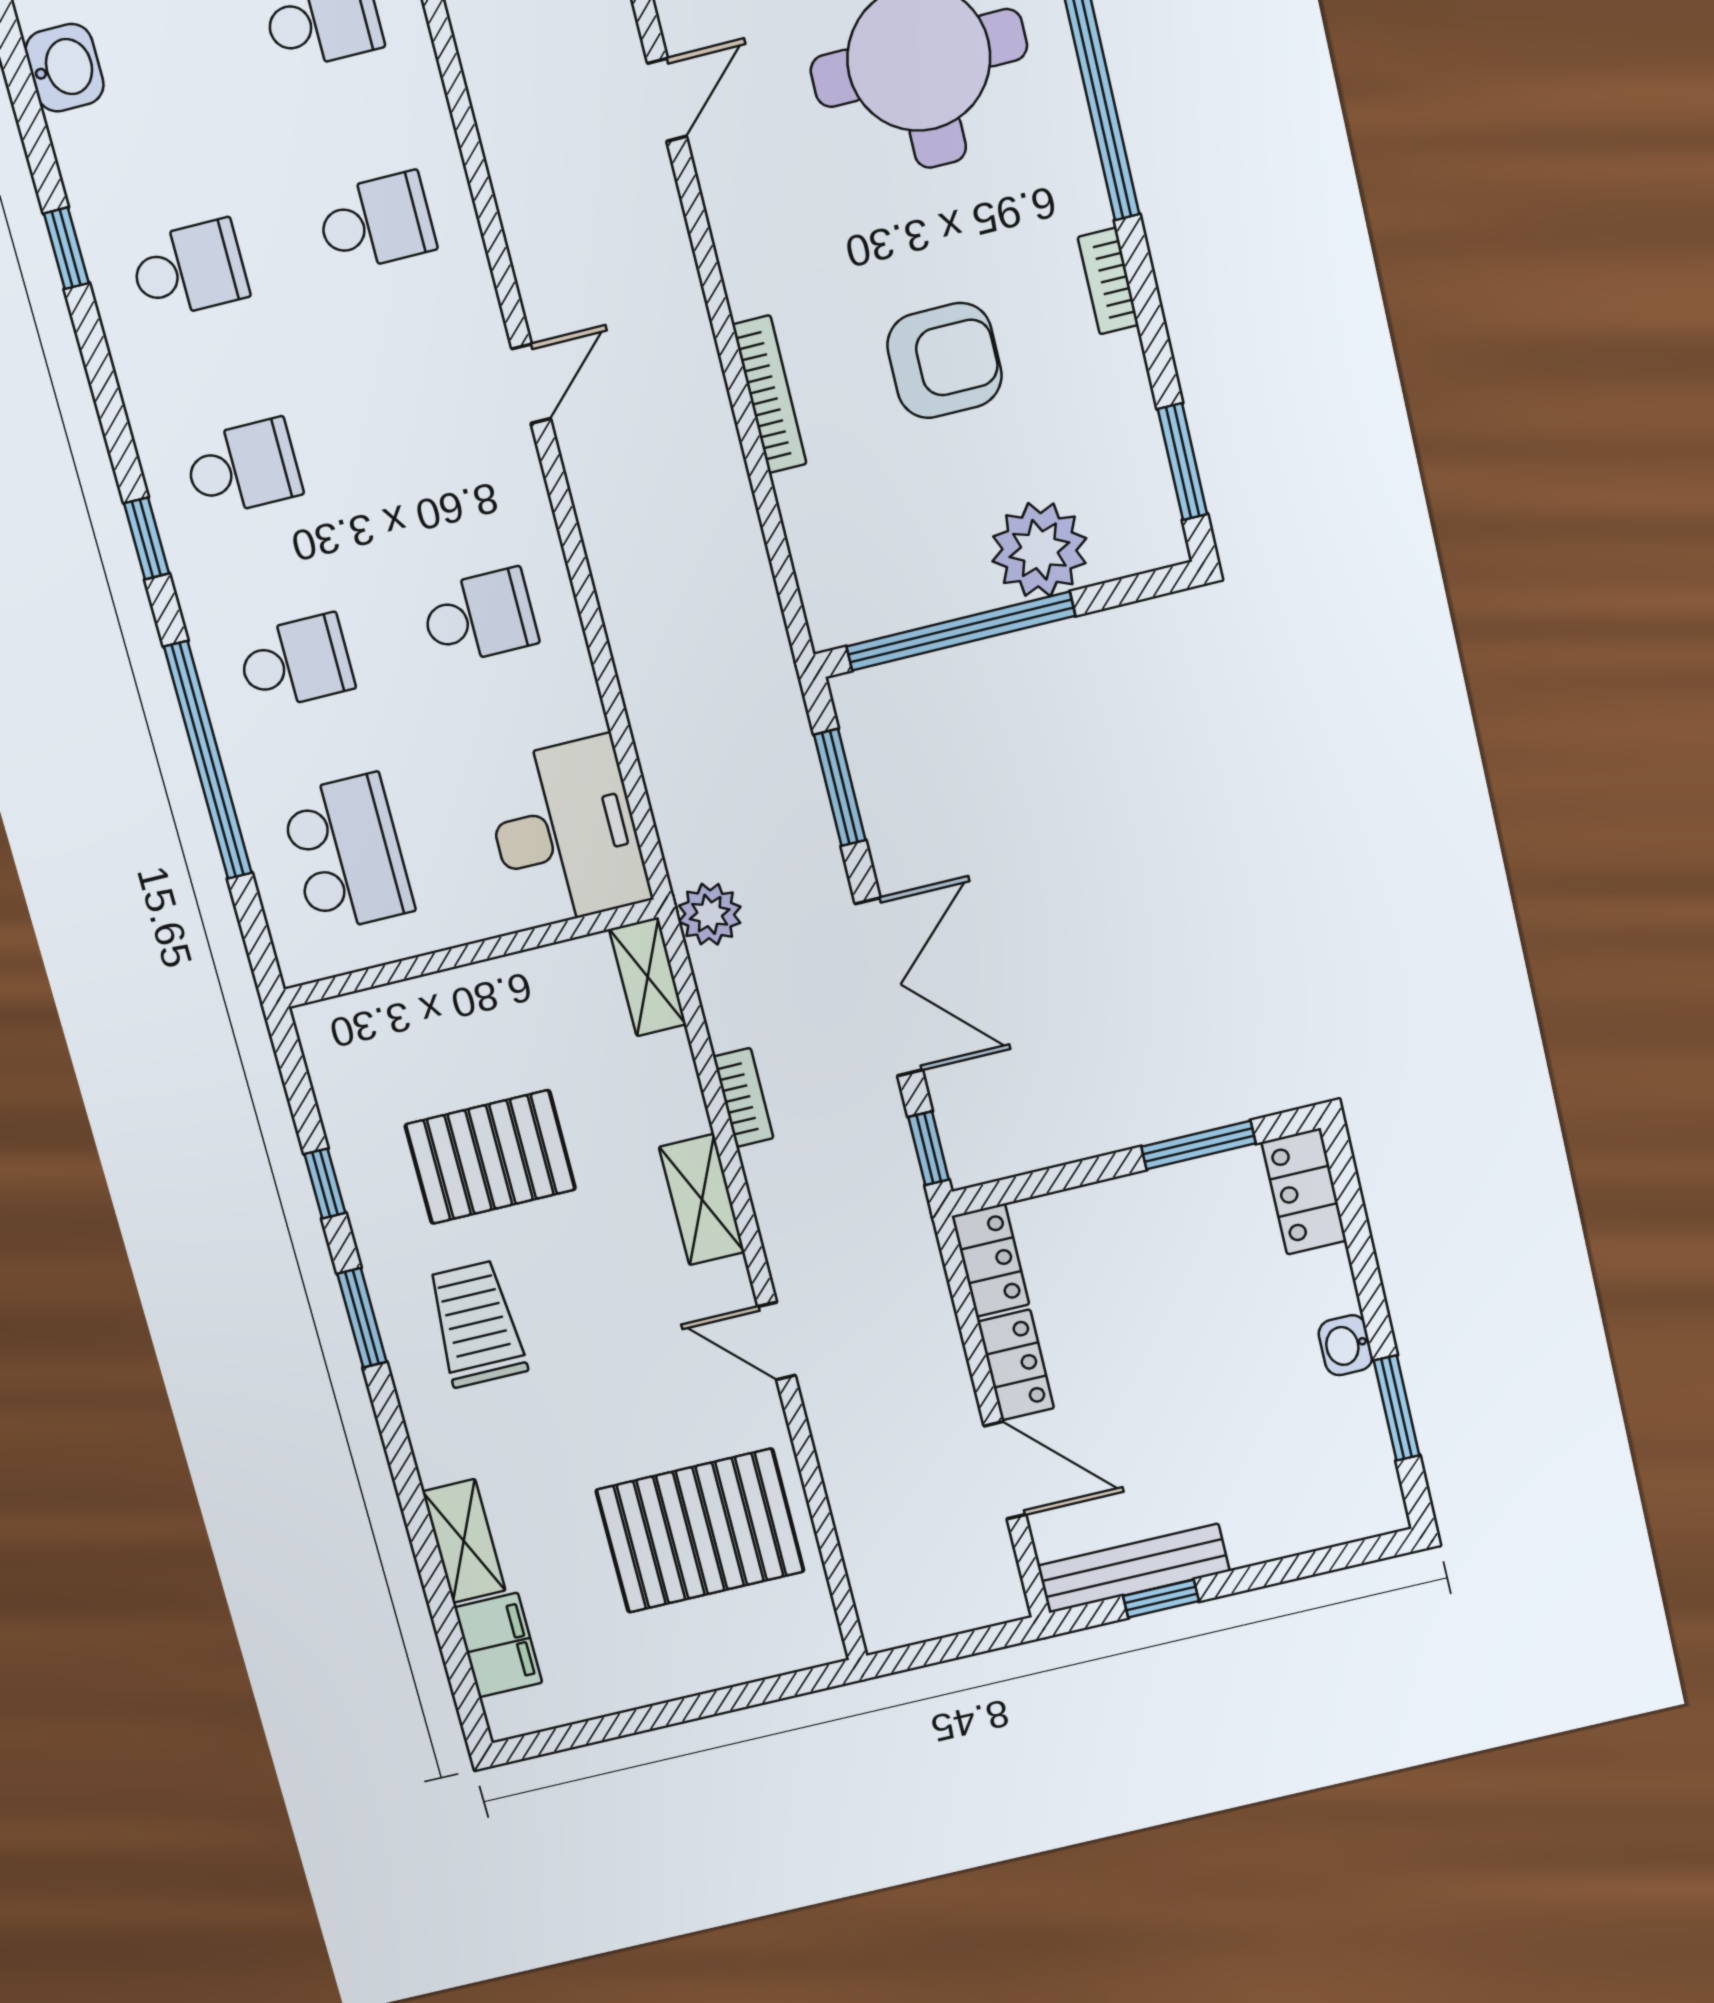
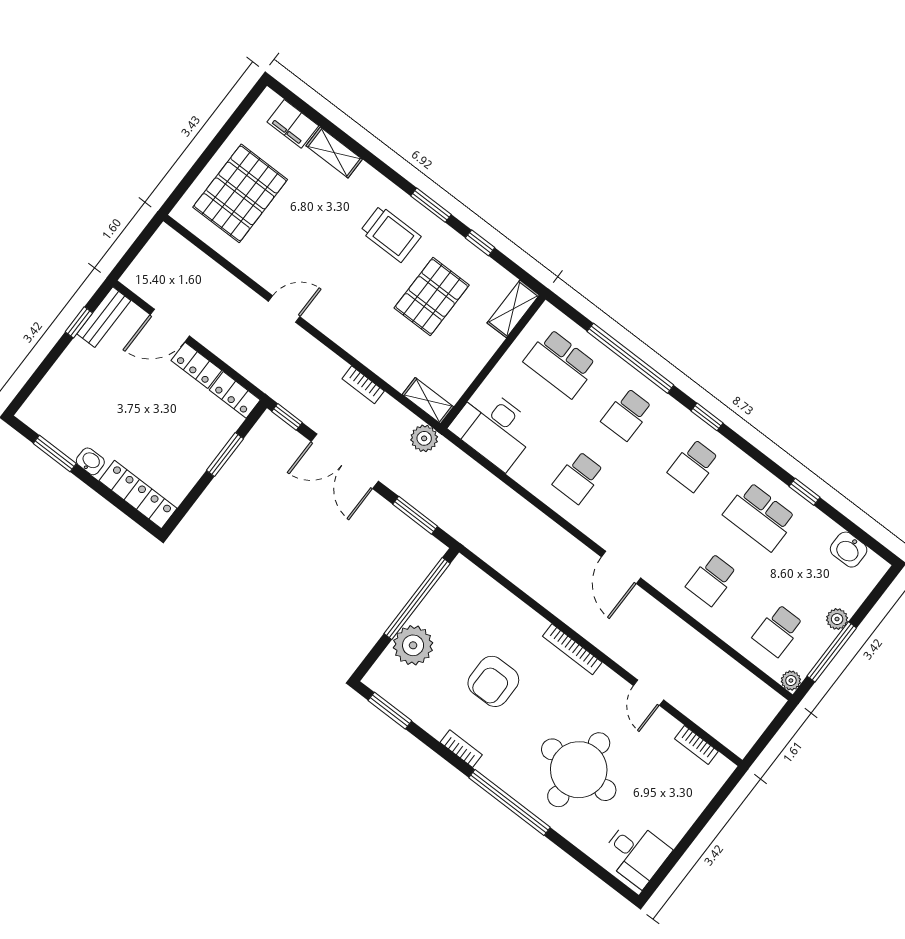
school desk: (189, 269) -> (760, 516), width x1.85
door: (531, 384) -> (621, 567), width x1.38
bookcase: (769, 394) -> (572, 649), moved
window: (1198, 1145) -> (225, 454), moved
locker: (1304, 1191) -> (138, 494), width x1.53
shelving: (702, 1200) -> (513, 309), moved, turned 90
pallet: (700, 1531) -> (240, 193), moved
bench: (1134, 1568) -> (104, 317), width x0.73

